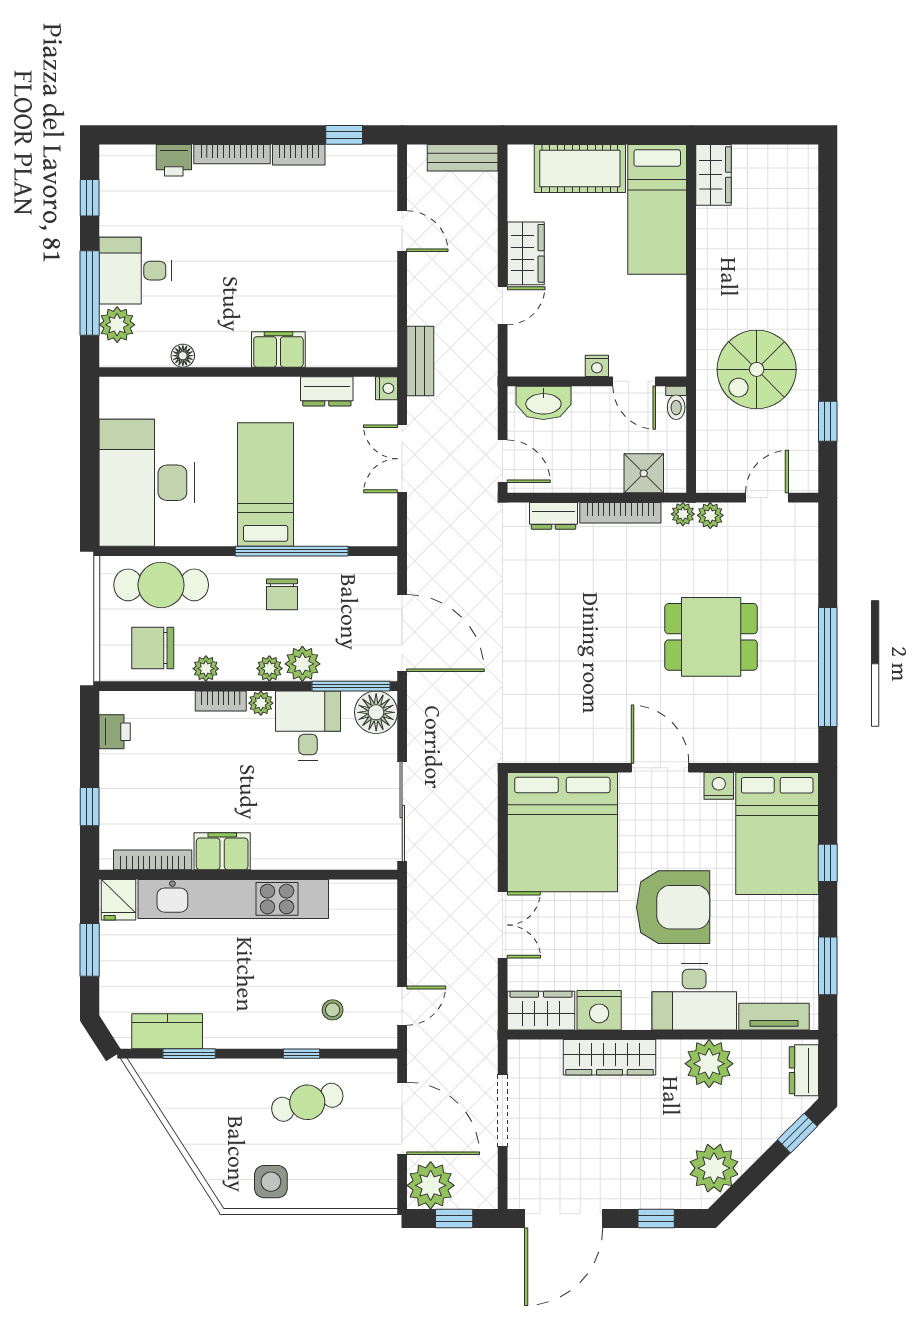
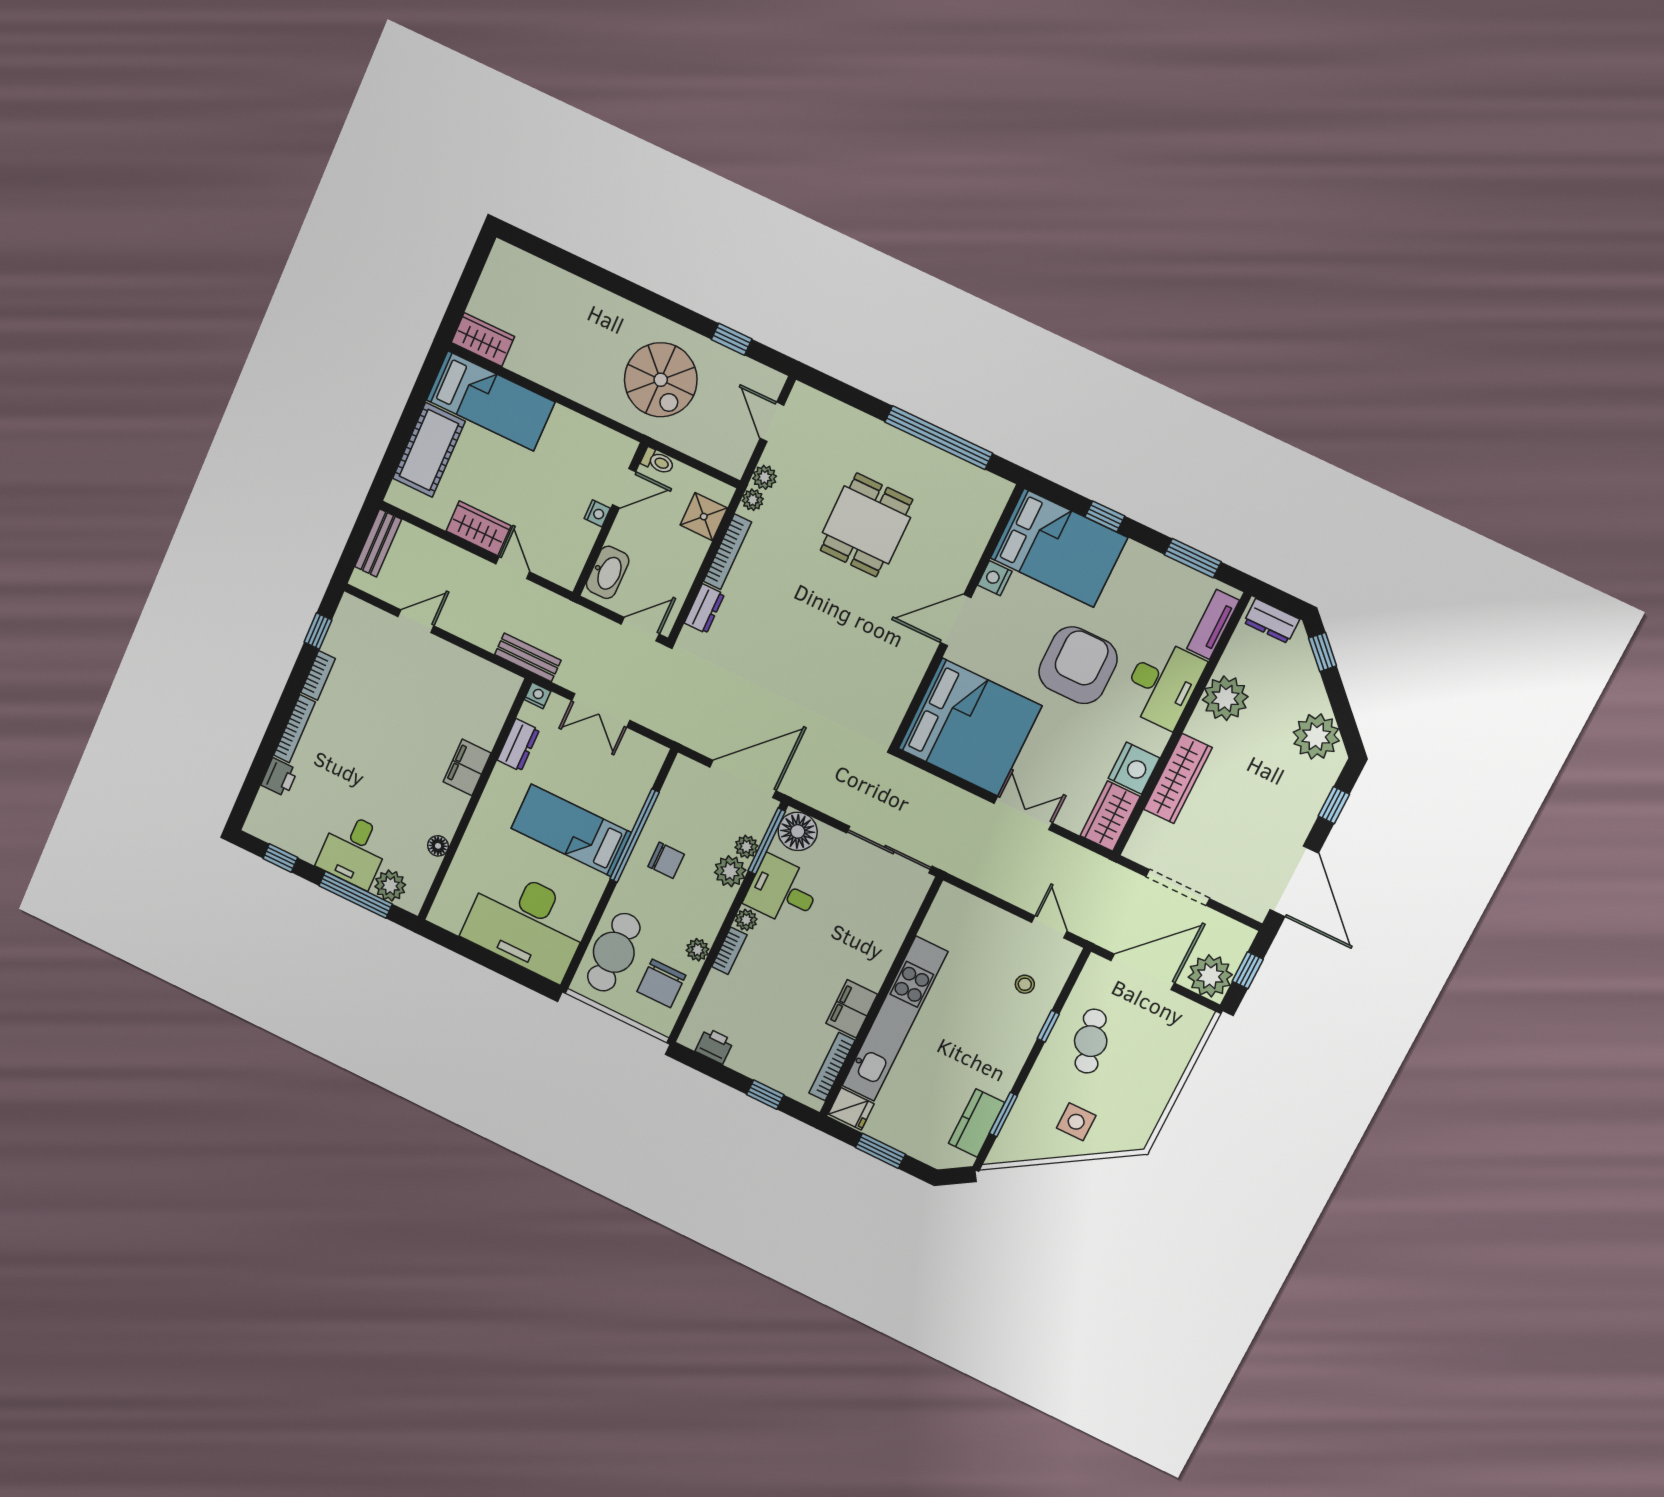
plant: (269, 668) -> (746, 847), moved
side table: (271, 1182) -> (1076, 1122), moved

